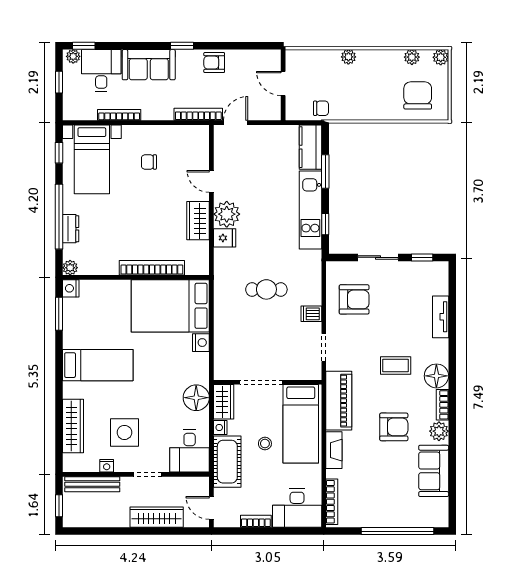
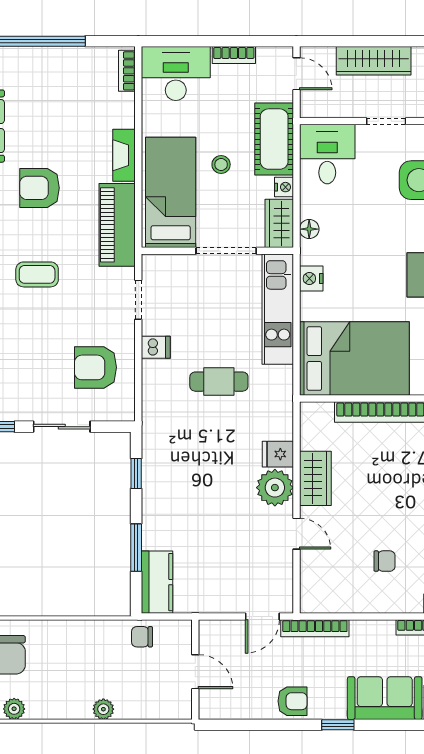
kitchen unit: (310, 210) -> (278, 309), moved, turned 180
nightstand: (201, 343) -> (311, 278), moved
floor lamp: (196, 398) -> (309, 229), width x0.53, depth x0.53
bookcase: (332, 502) -> (127, 71), width x0.64

